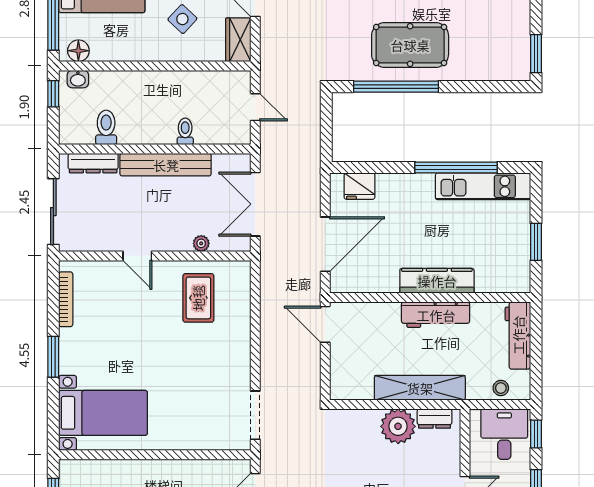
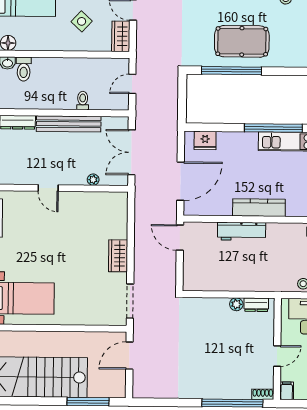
door: (255, 107) -> (132, 84), swing flipped
toilet: (106, 127) -> (24, 69), moved, turned 180
rug: (198, 298) -> (91, 218), removed
workbench: (436, 315) -> (242, 231), moved
wardrobe: (238, 351) -> (118, 256), added
shelving: (420, 388) -> (246, 283), removed
plant: (398, 426) -> (236, 304), width x0.53, depth x0.53

